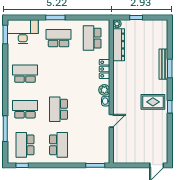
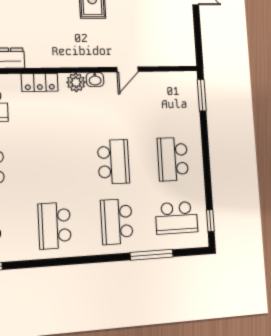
school desk: (59, 109) -> (113, 162), turned -90
door: (111, 121) -> (127, 69), swing flipped
school desk: (59, 145) -> (173, 159), turned -90

